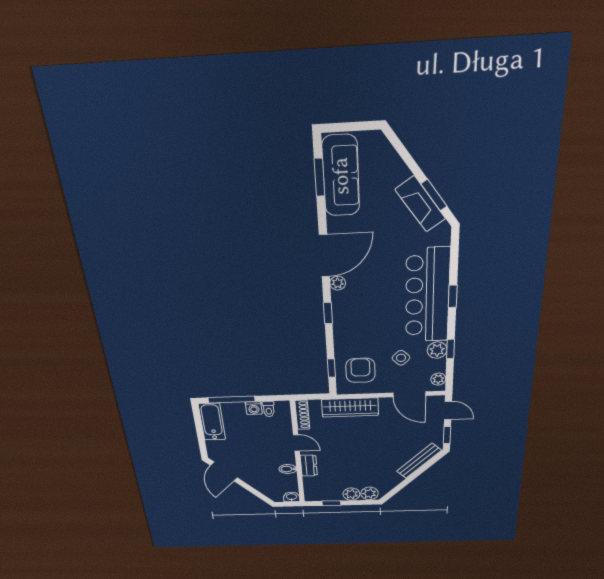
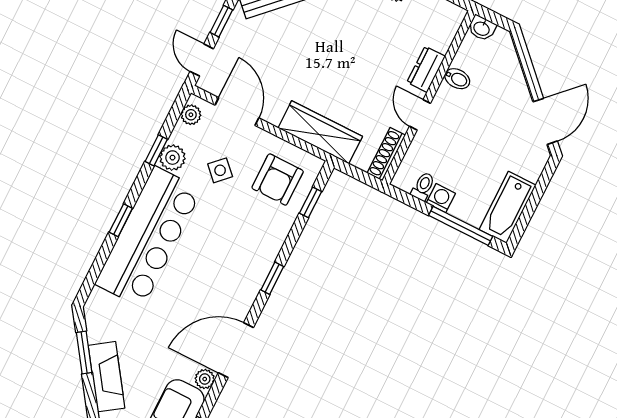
fireplace: (420, 204) -> (106, 377), moved
plant: (338, 283) -> (205, 379), moved

